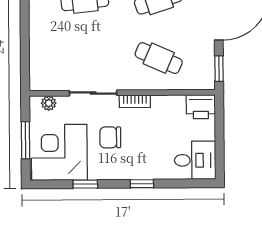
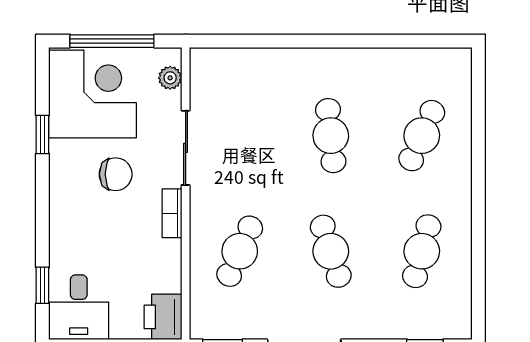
chair: (110, 137) -> (116, 174), turned 90
window: (26, 140) -> (112, 41), width x1.44
window: (142, 184) -> (42, 285), moved

